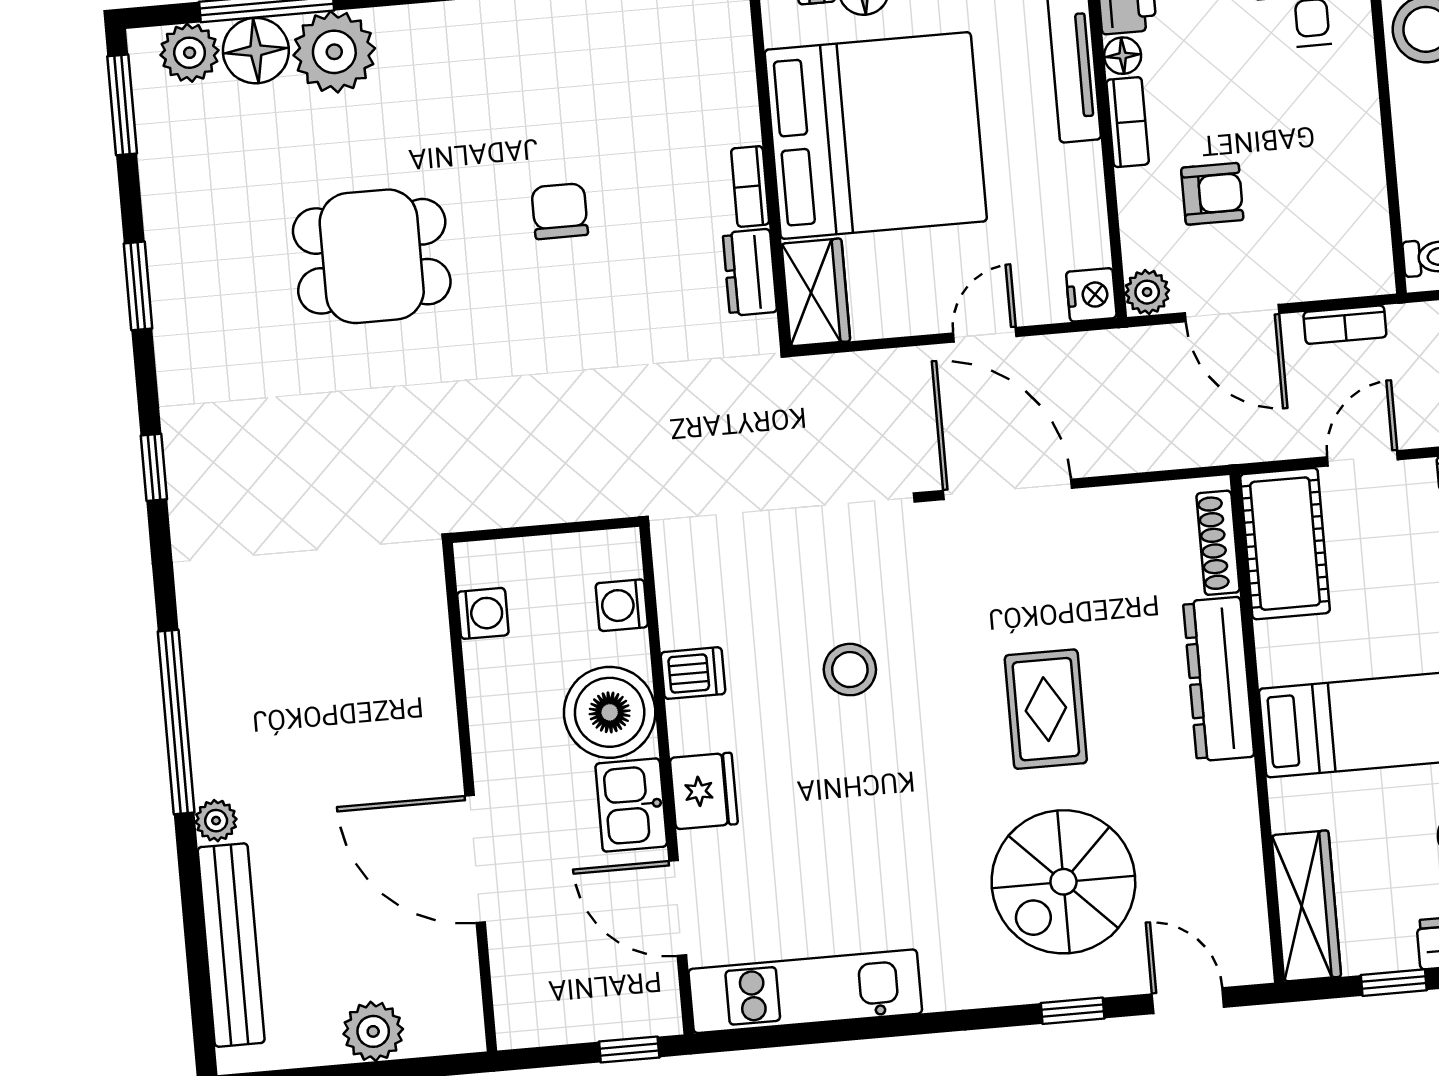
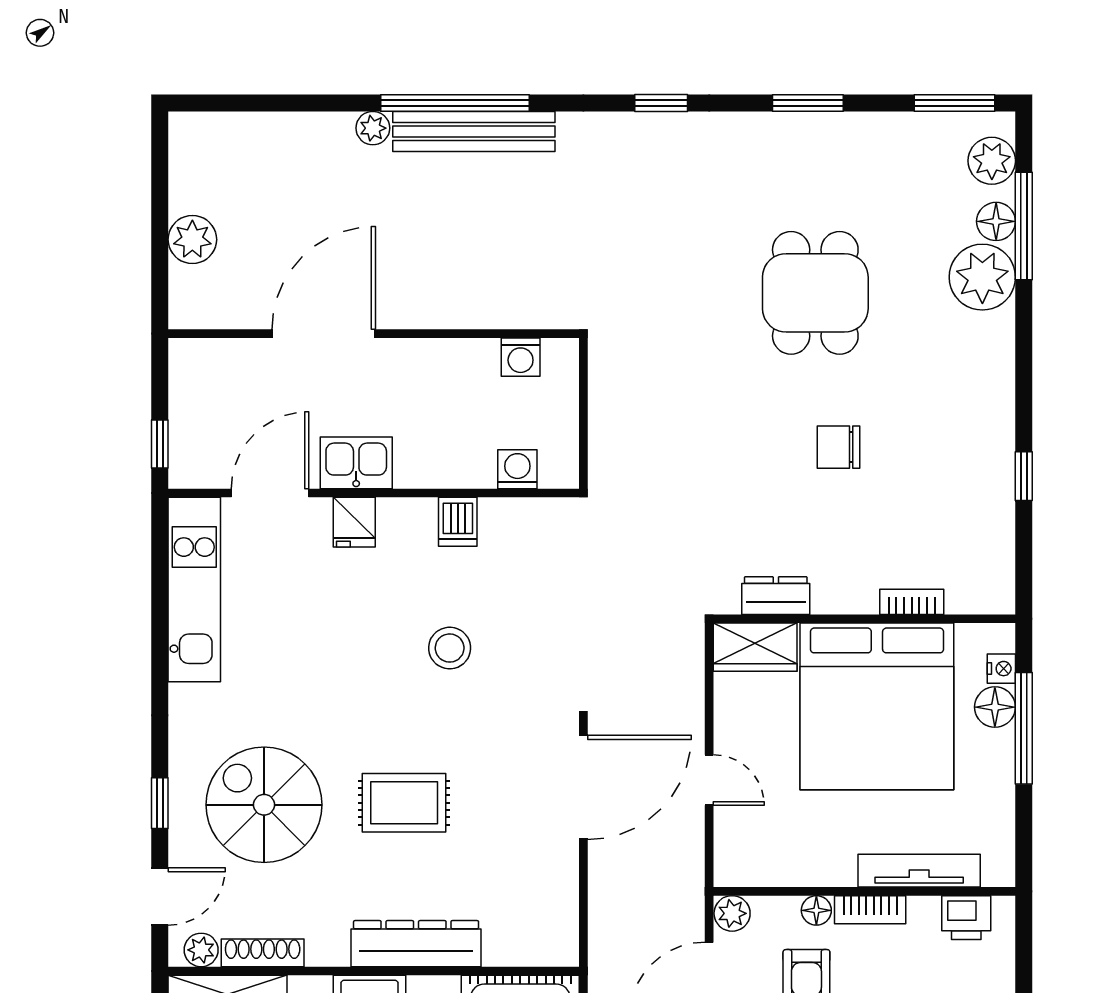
floor lamp: (256, 51) -> (996, 221), width x0.73, depth x0.73
floor lamp: (1123, 56) -> (816, 910), moved
bookcase: (750, 186) -> (912, 602), moved
chair: (560, 211) -> (838, 447), turned 180
nightstand: (1091, 295) -> (734, 868), removed
shoe rack: (1218, 543) -> (263, 953), moved
boiler: (610, 712) -> (432, 452), removed
fridge: (704, 791) -> (354, 522), width x0.72
plant: (1250, 944) -> (201, 950), added
bench: (231, 945) -> (474, 131), moved

